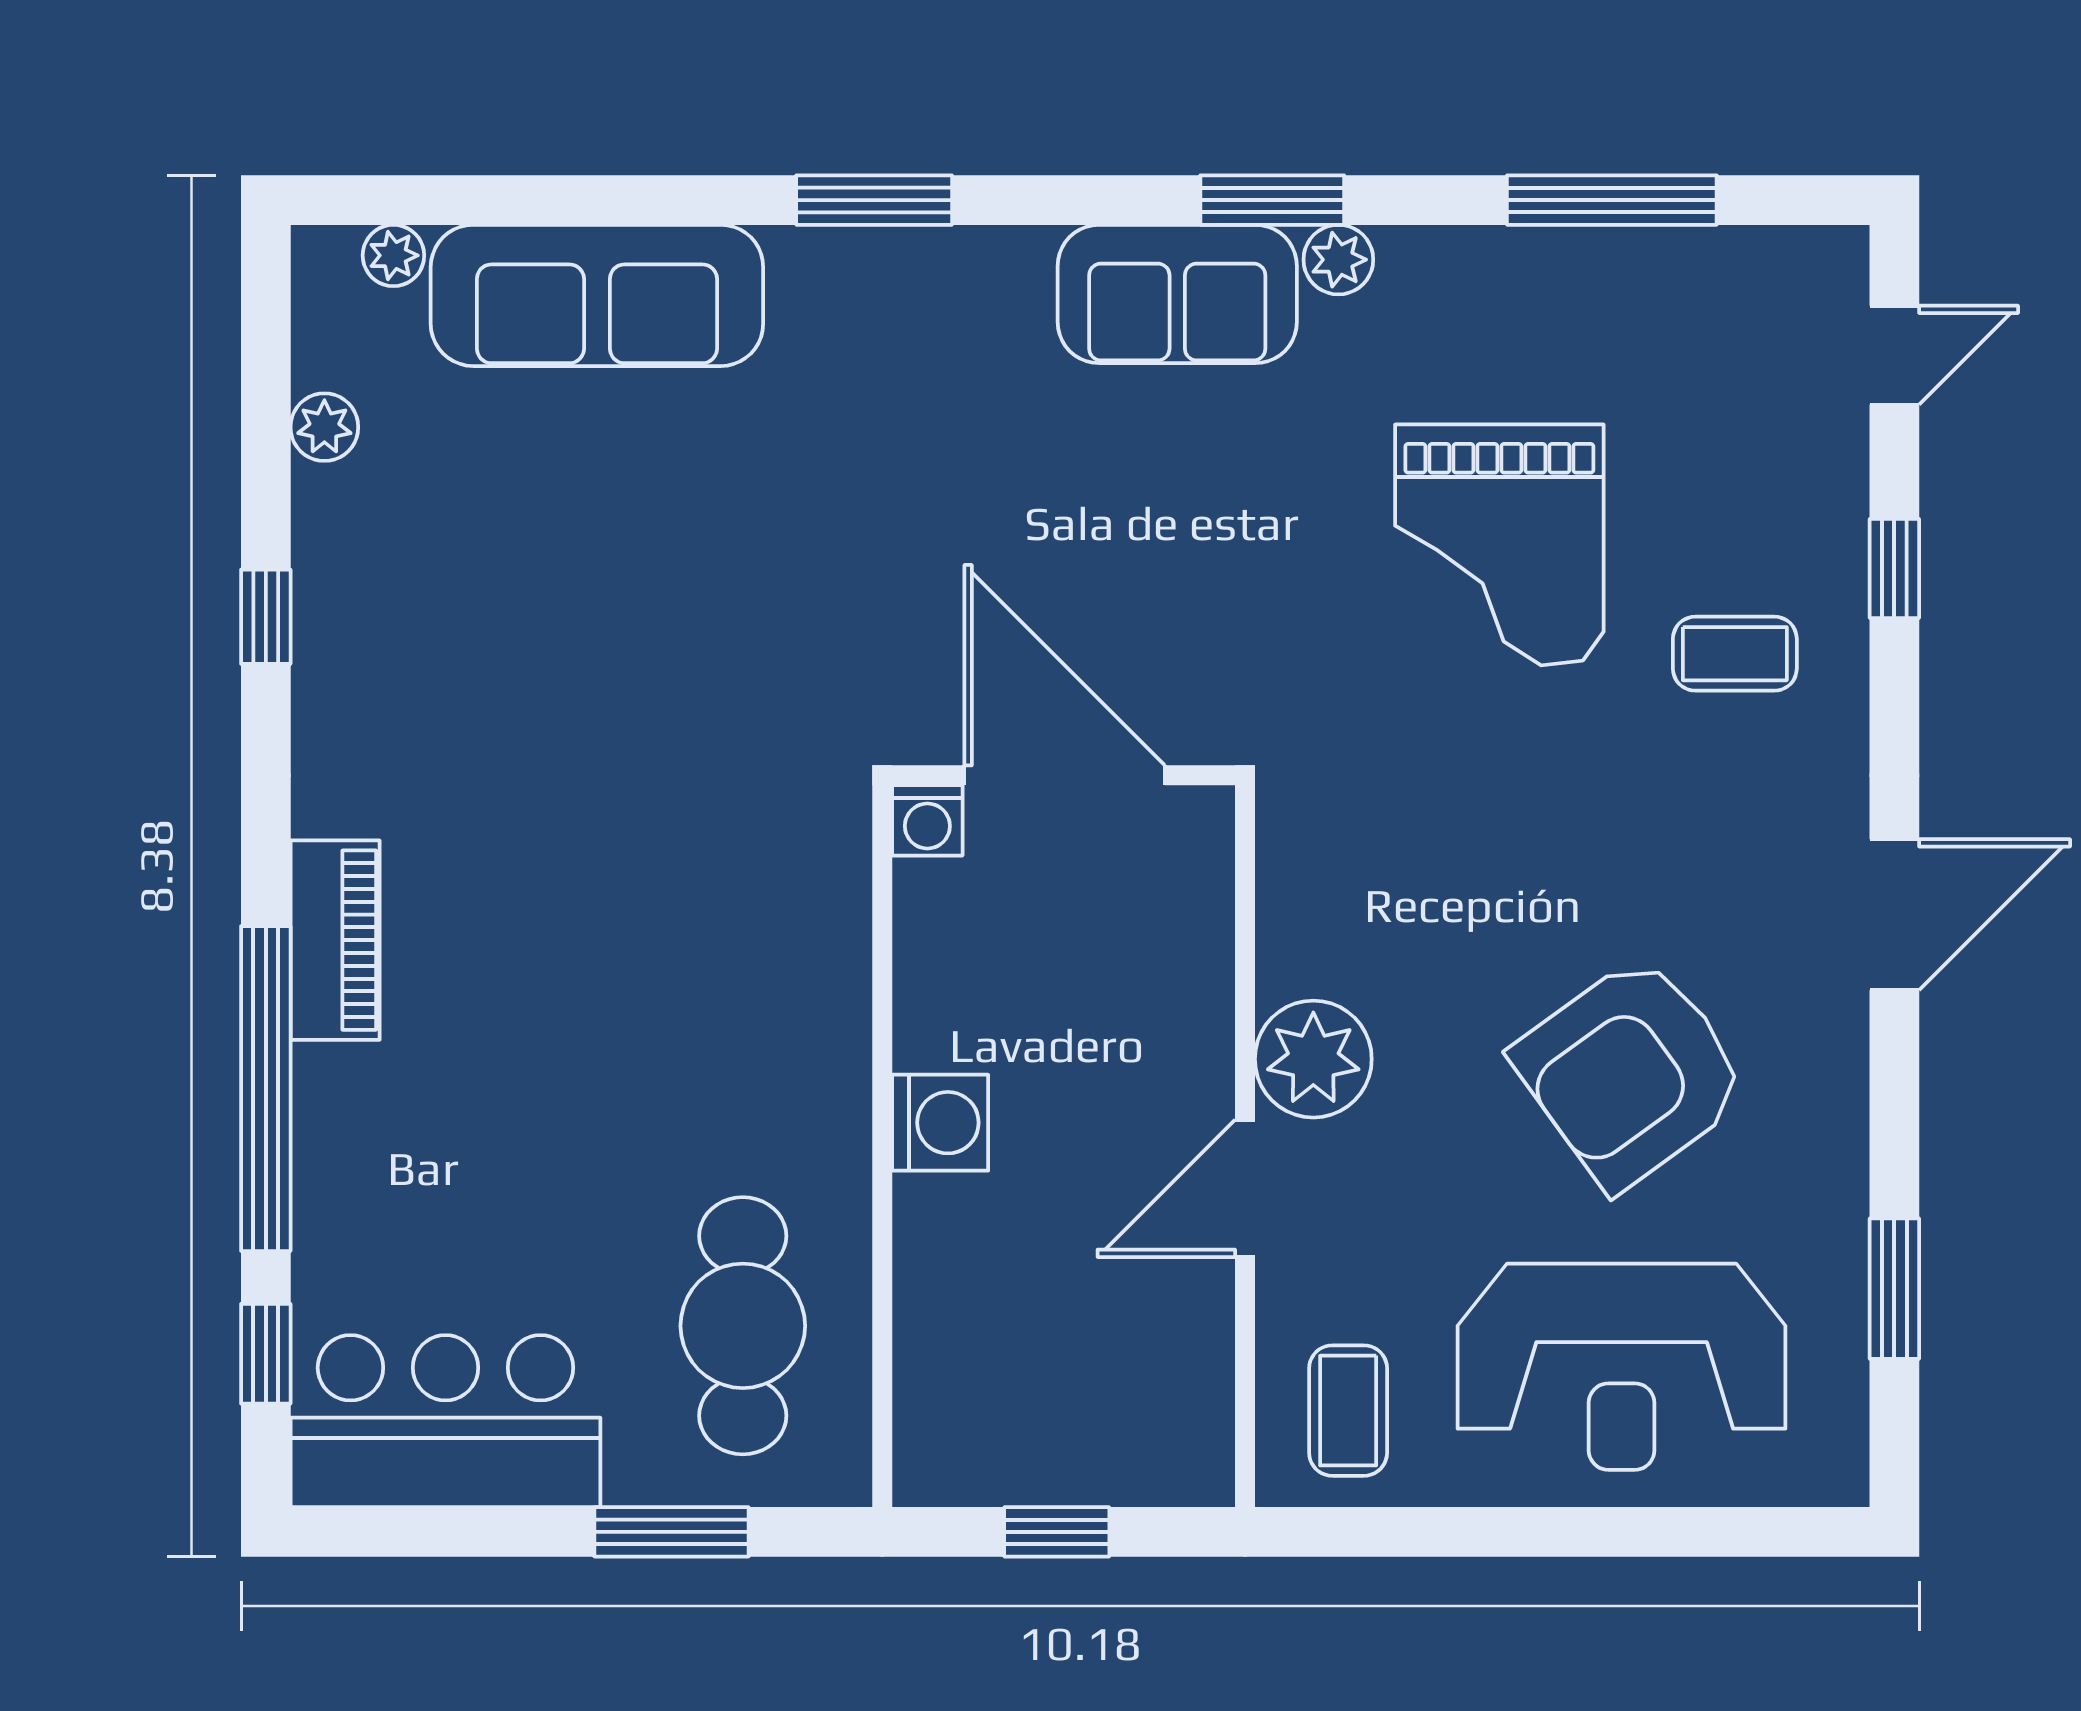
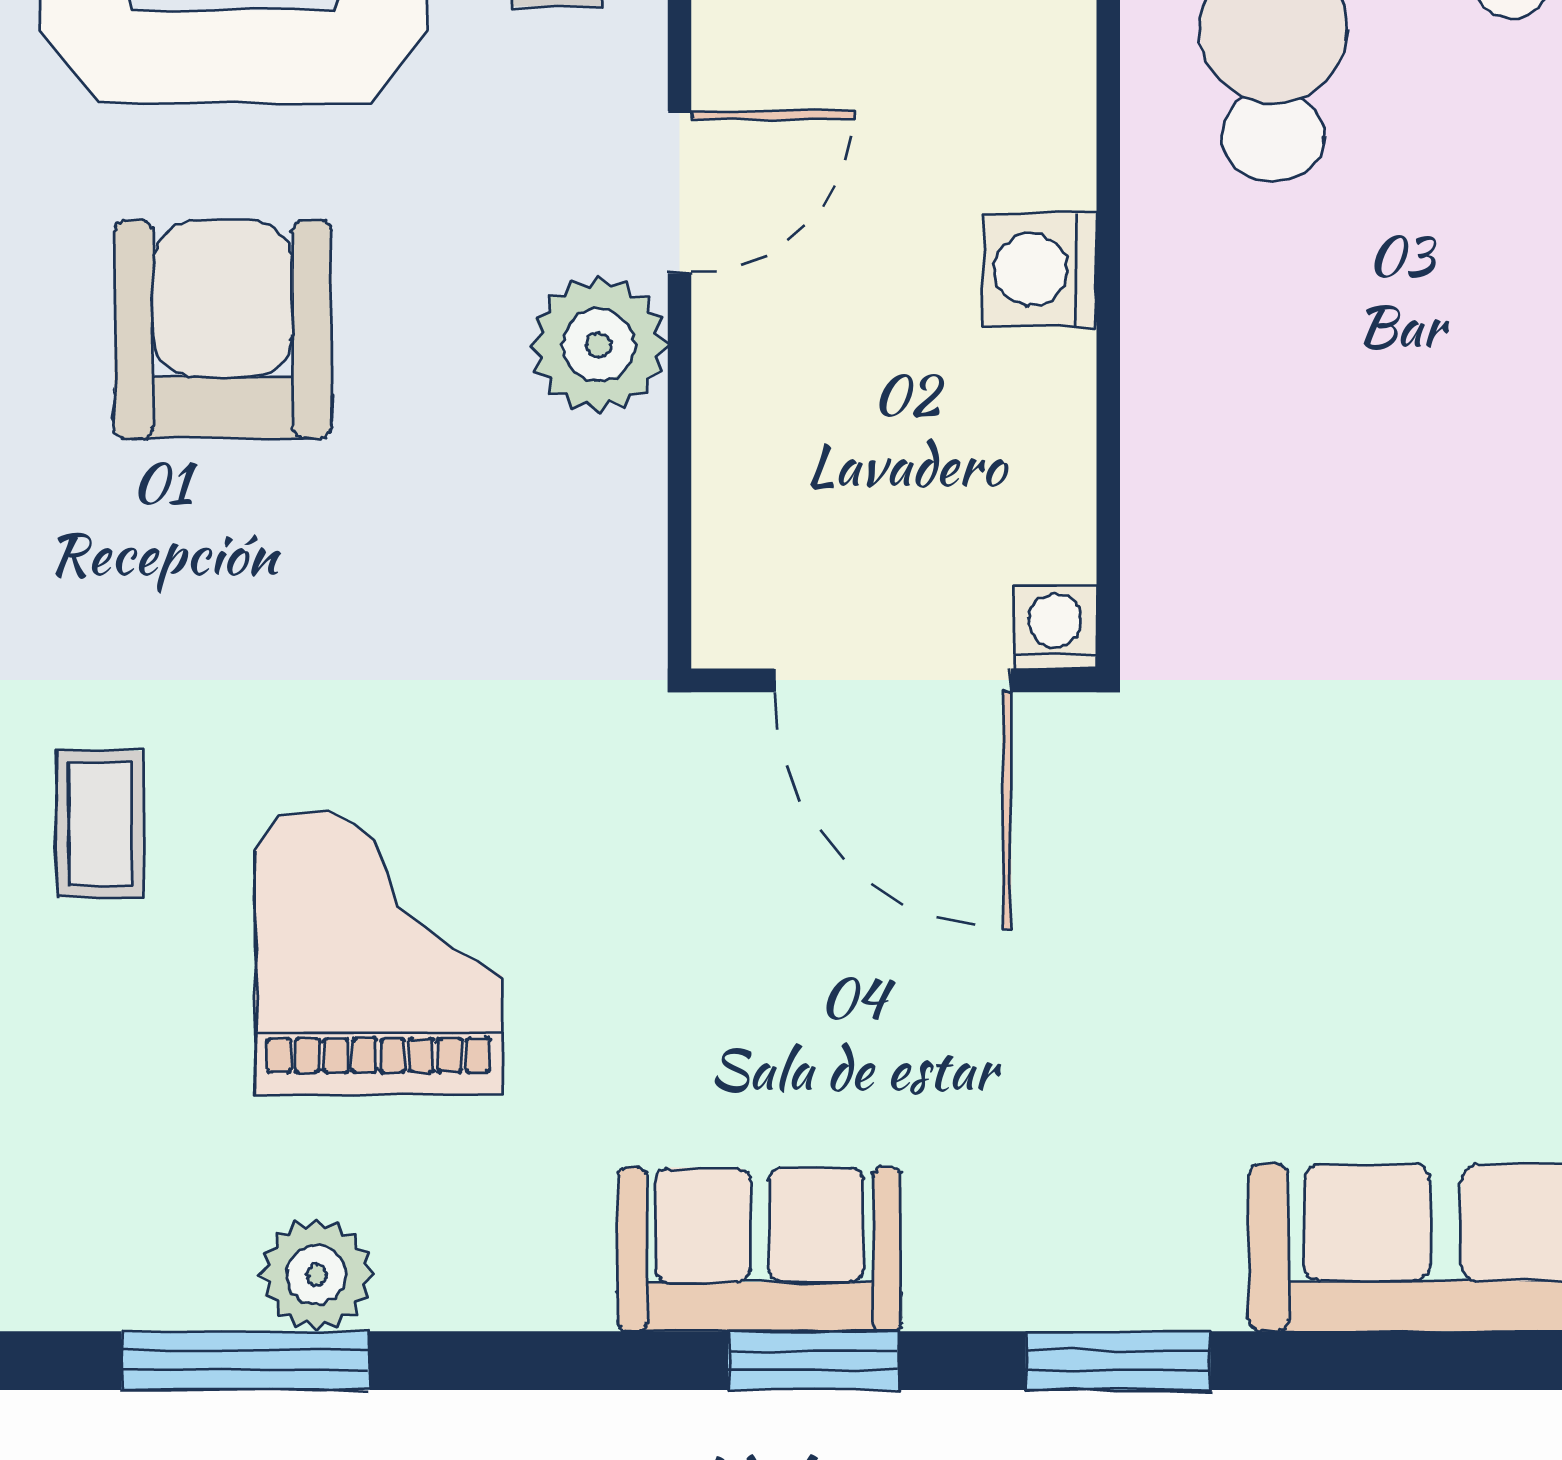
window: (1272, 200) -> (813, 1361), moved
plant: (1338, 260) -> (316, 1275), moved, width x1.38, depth x1.38
coffee table: (1735, 654) -> (100, 824), turned 90
armchair: (1631, 1072) -> (223, 329), turned -54

